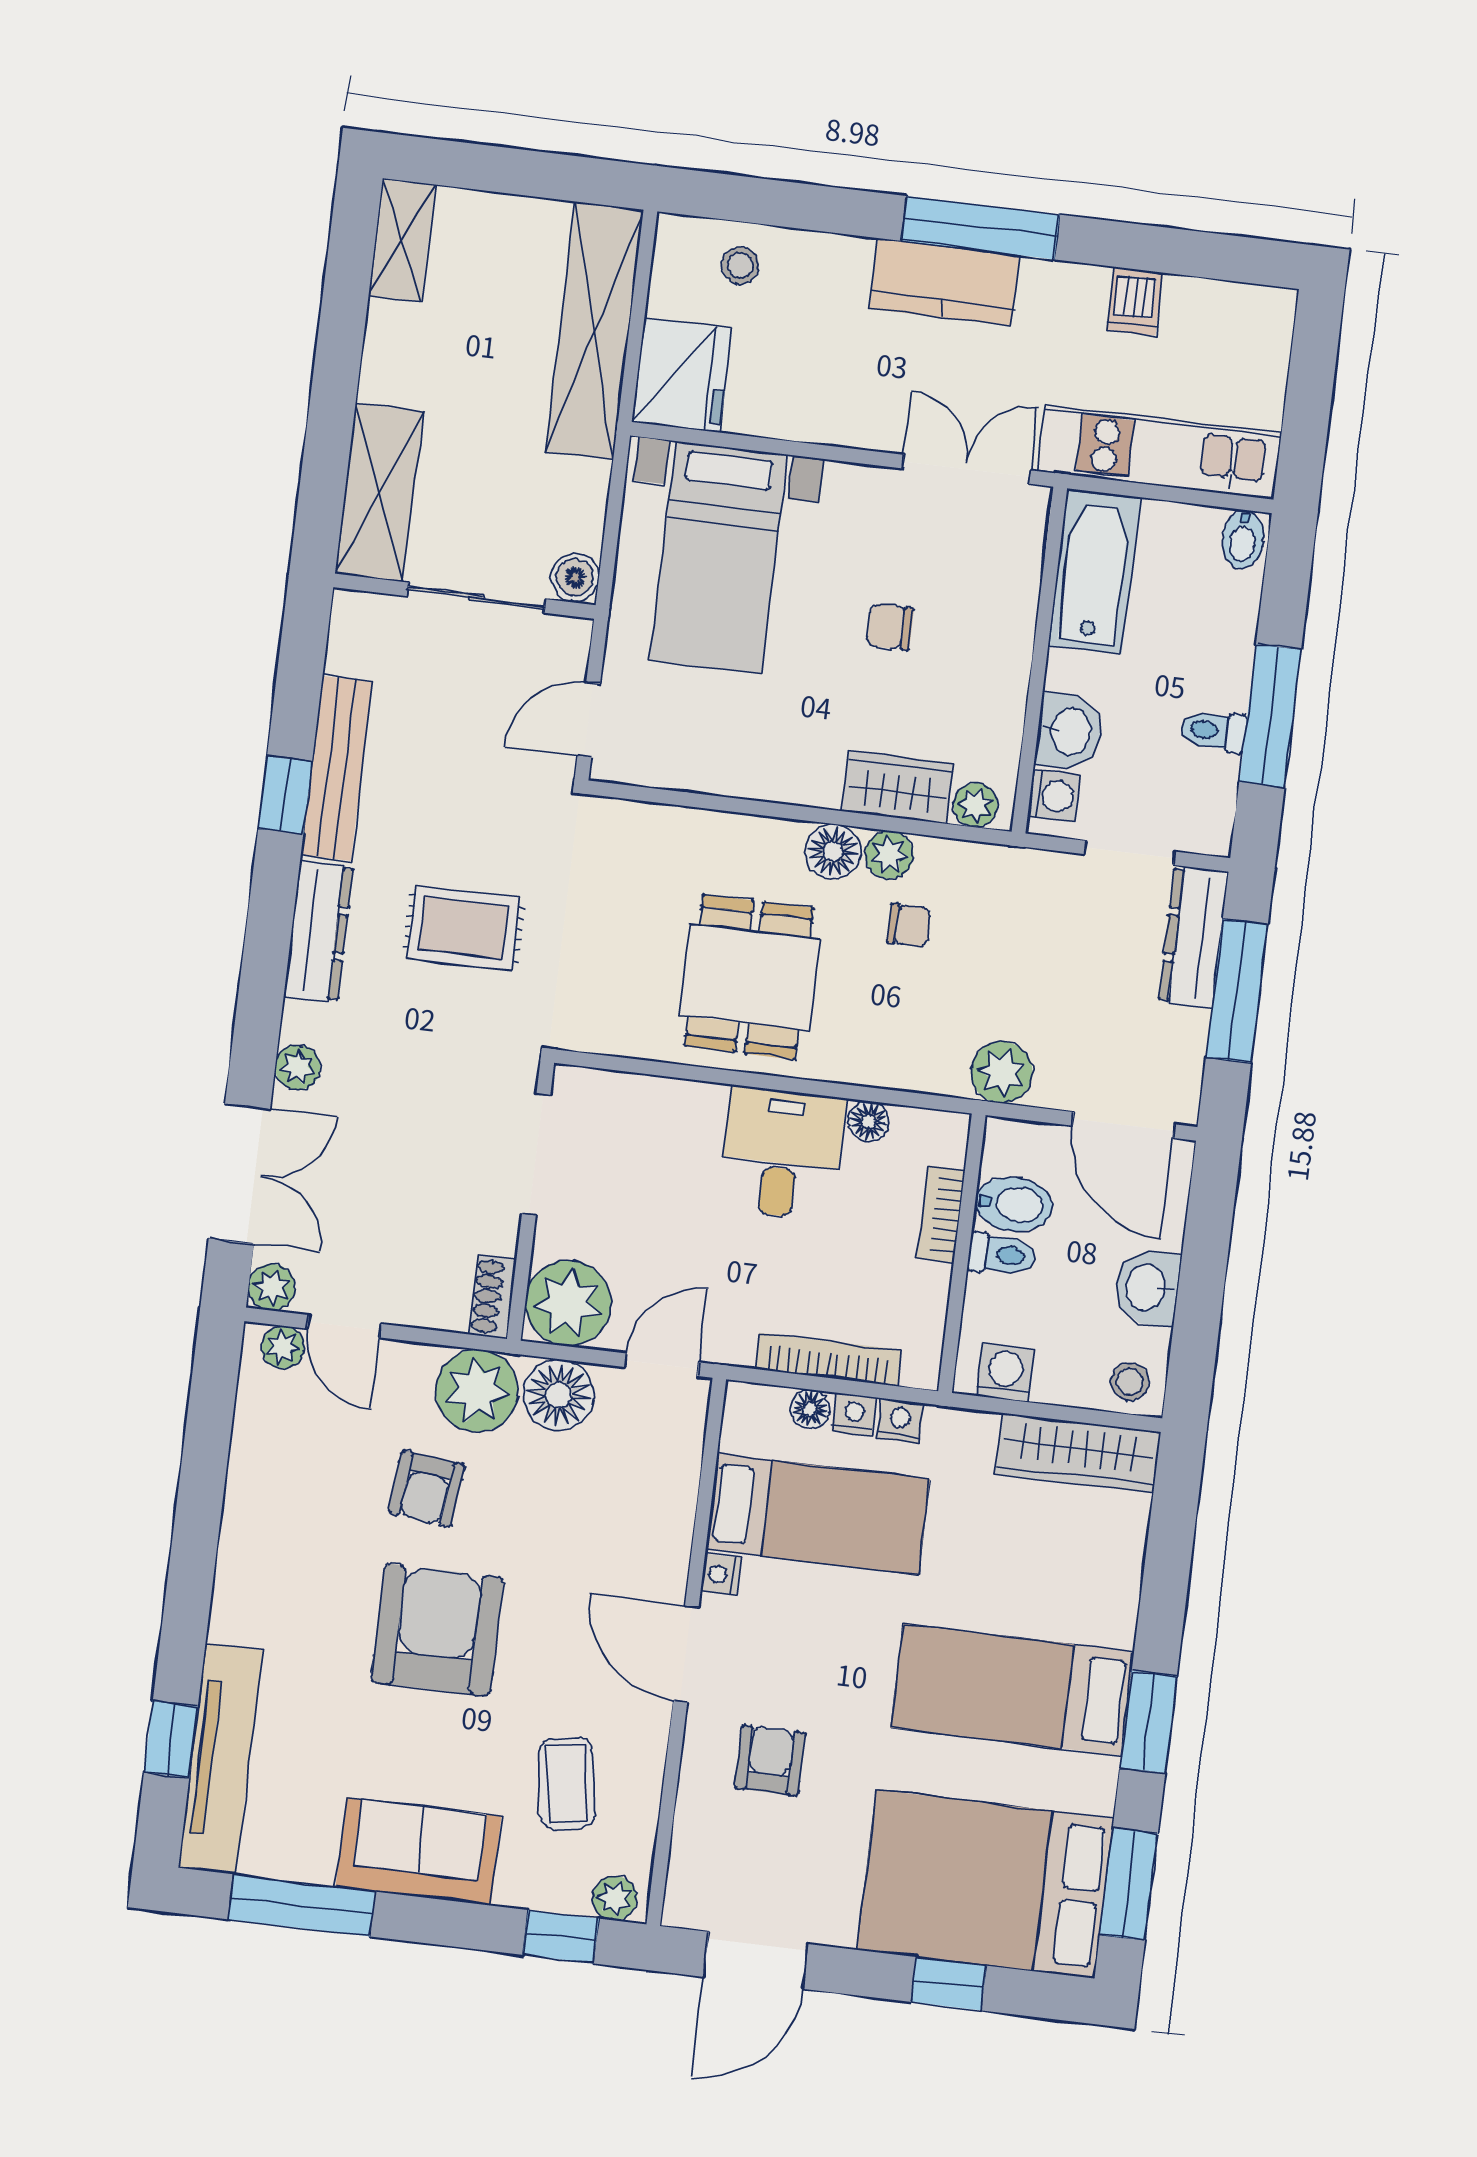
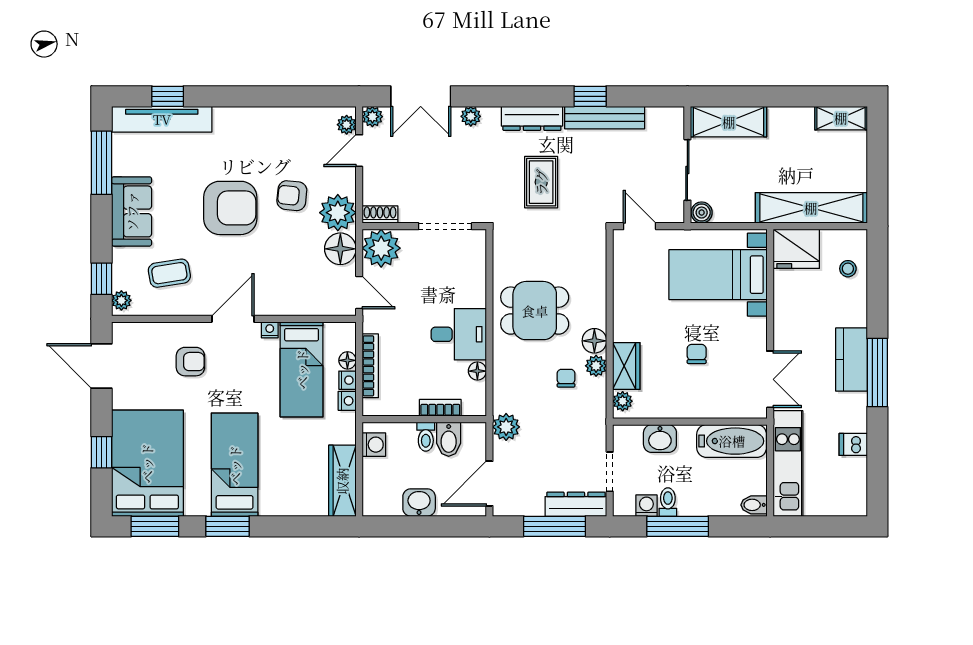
washing machine: (1054, 796) -> (646, 506), moved, turned 180
chair: (909, 925) -> (566, 378), turned 180
stool: (1130, 1382) -> (377, 500), removed

